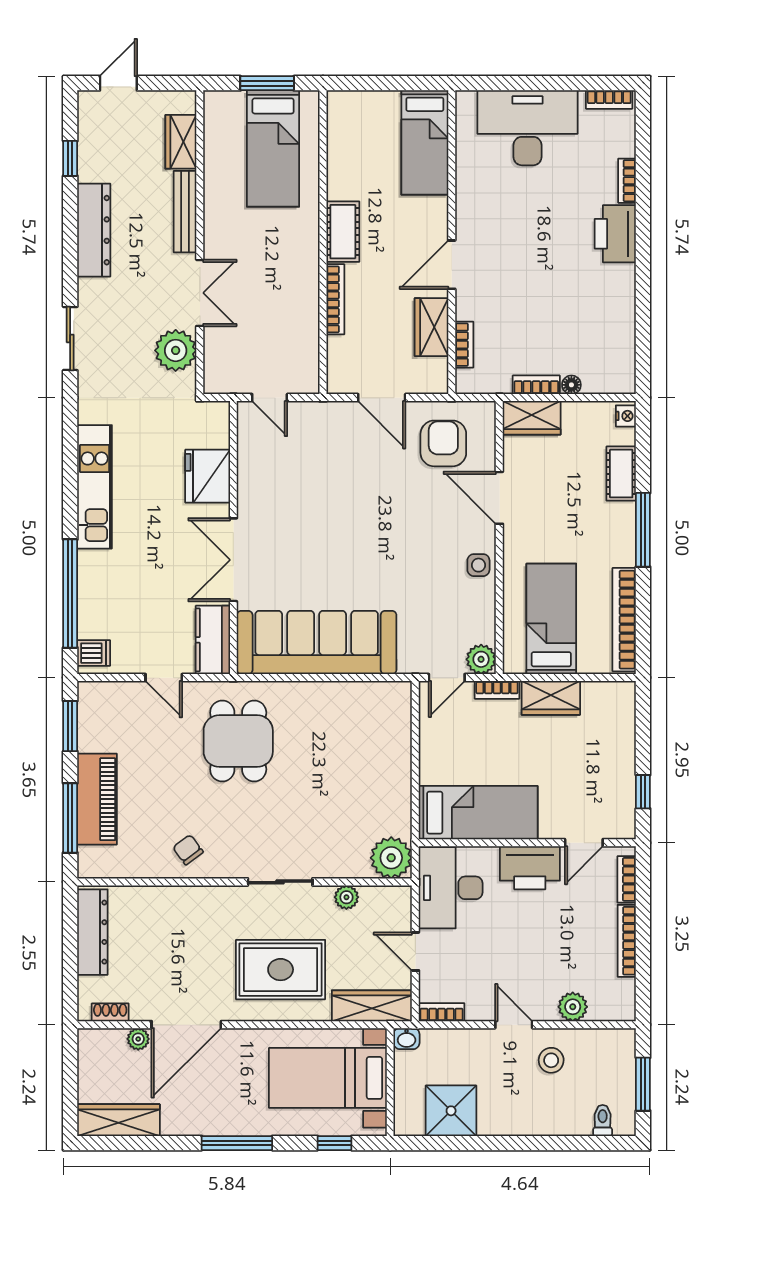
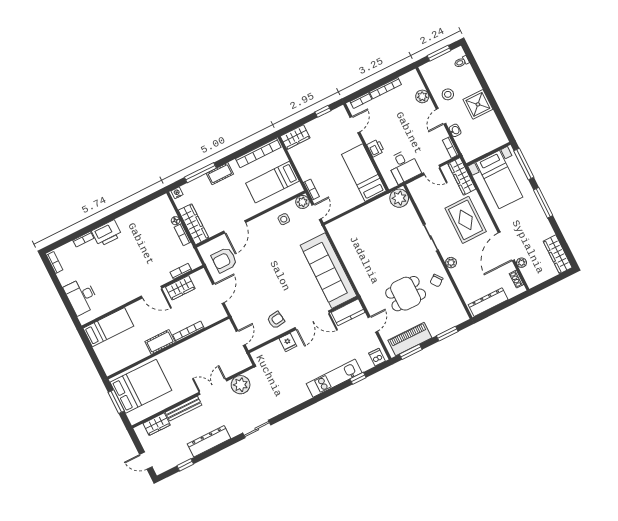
desk: (528, 128) -> (81, 296), width x0.73, depth x0.77
bed: (273, 148) -> (141, 386), width x1.50
wardrobe: (532, 418) -> (194, 224), width x1.50
cot: (621, 474) -> (220, 174), moved
fridge: (208, 476) -> (288, 342), width x0.53, depth x0.75
kitchen unit: (95, 487) -> (334, 378), moved
armchair: (270, 487) -> (276, 320), added
window: (643, 530) -> (200, 173), moved
side table: (478, 565) -> (284, 219), moved
window: (70, 594) -> (358, 378), width x0.32
door: (447, 678) -> (317, 212), hinge flipped
wardrobe: (551, 698) -> (295, 137), moved, turned 90
dining table: (238, 741) -> (406, 294), moved
piano: (97, 799) -> (410, 339), moved
window: (70, 818) -> (447, 334), width x0.69
door: (584, 843) -> (355, 125), hinge flipped
printer: (530, 868) -> (376, 148), width x0.53, depth x0.68
desk: (451, 888) -> (404, 166), width x0.73
plant: (346, 897) -> (451, 263), moved
door: (415, 951) -> (432, 170), hinge flipped
door: (186, 1025) -> (506, 246), swing flipped
washbasin: (407, 1039) -> (455, 130), moved
shower: (451, 1111) -> (478, 104), moved
window: (334, 1143) -> (524, 164), width x2.17

